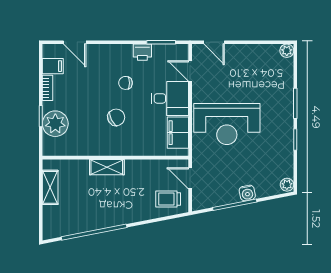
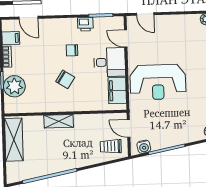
chair: (116, 117) -> (65, 79), turned 60
shelving: (50, 187) -> (14, 140), width x1.50, depth x1.33
water cooler: (247, 193) -> (144, 147), moved

